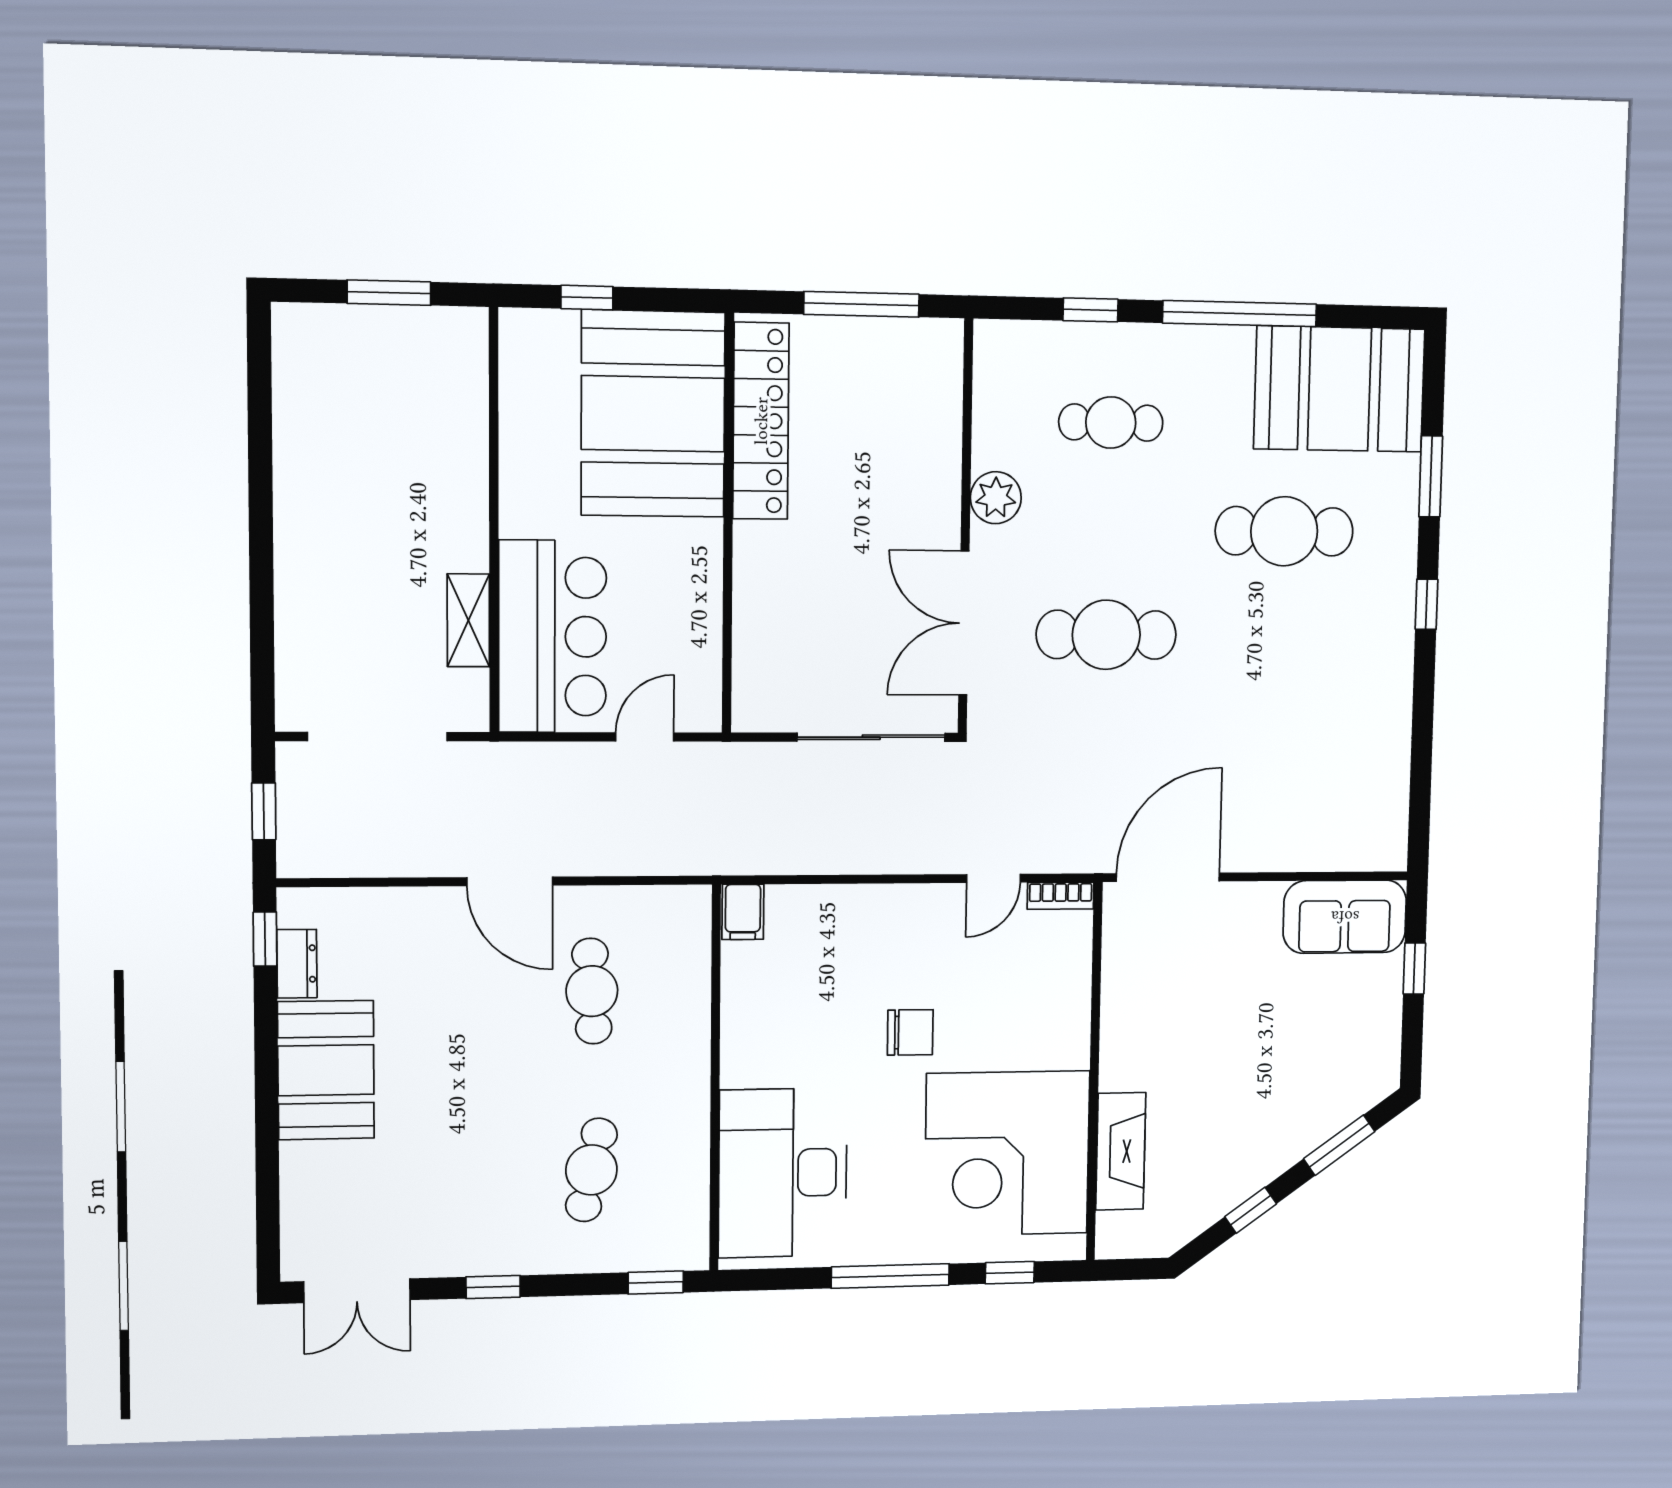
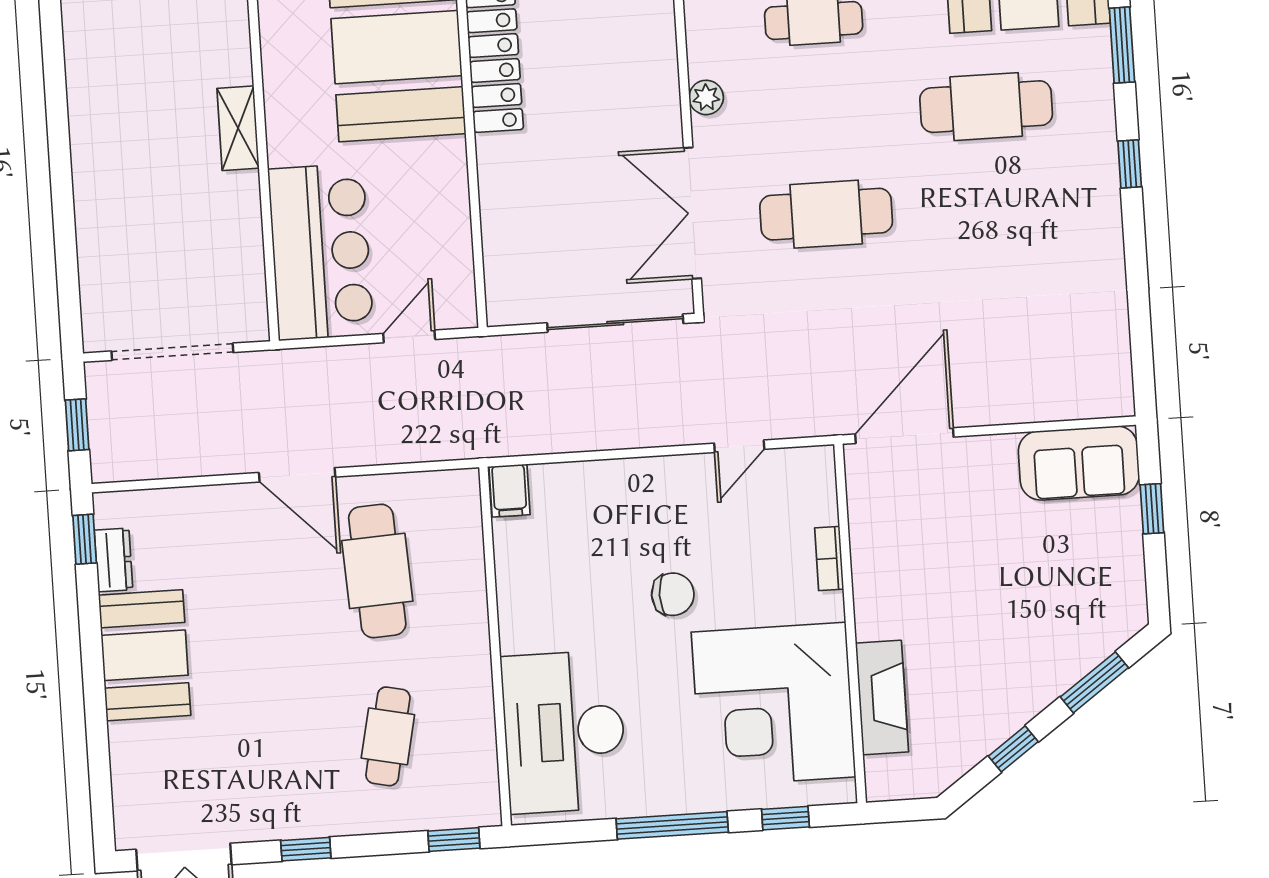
plant: (996, 498) -> (706, 97), width x0.73, depth x0.73
shelving: (468, 620) -> (238, 128), moved
bookcase: (1061, 896) -> (829, 559), moved, turned 90
cafe table: (592, 991) -> (377, 571), width x1.37, depth x1.35

